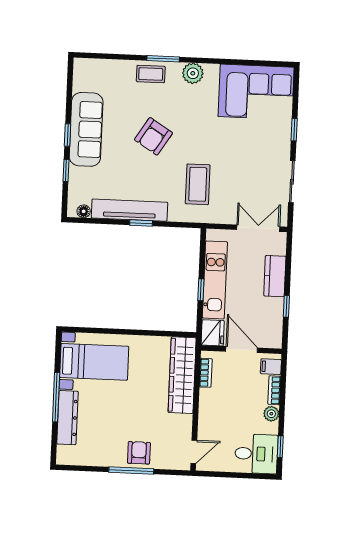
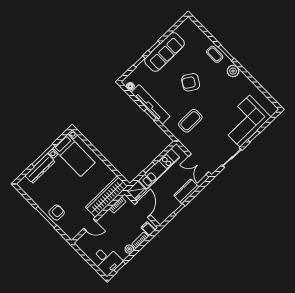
corner sofa: (256, 92) -> (245, 121), moved, turned 90
double door: (258, 228) -> (199, 164), swing flipped
door: (194, 452) -> (90, 225), moved

